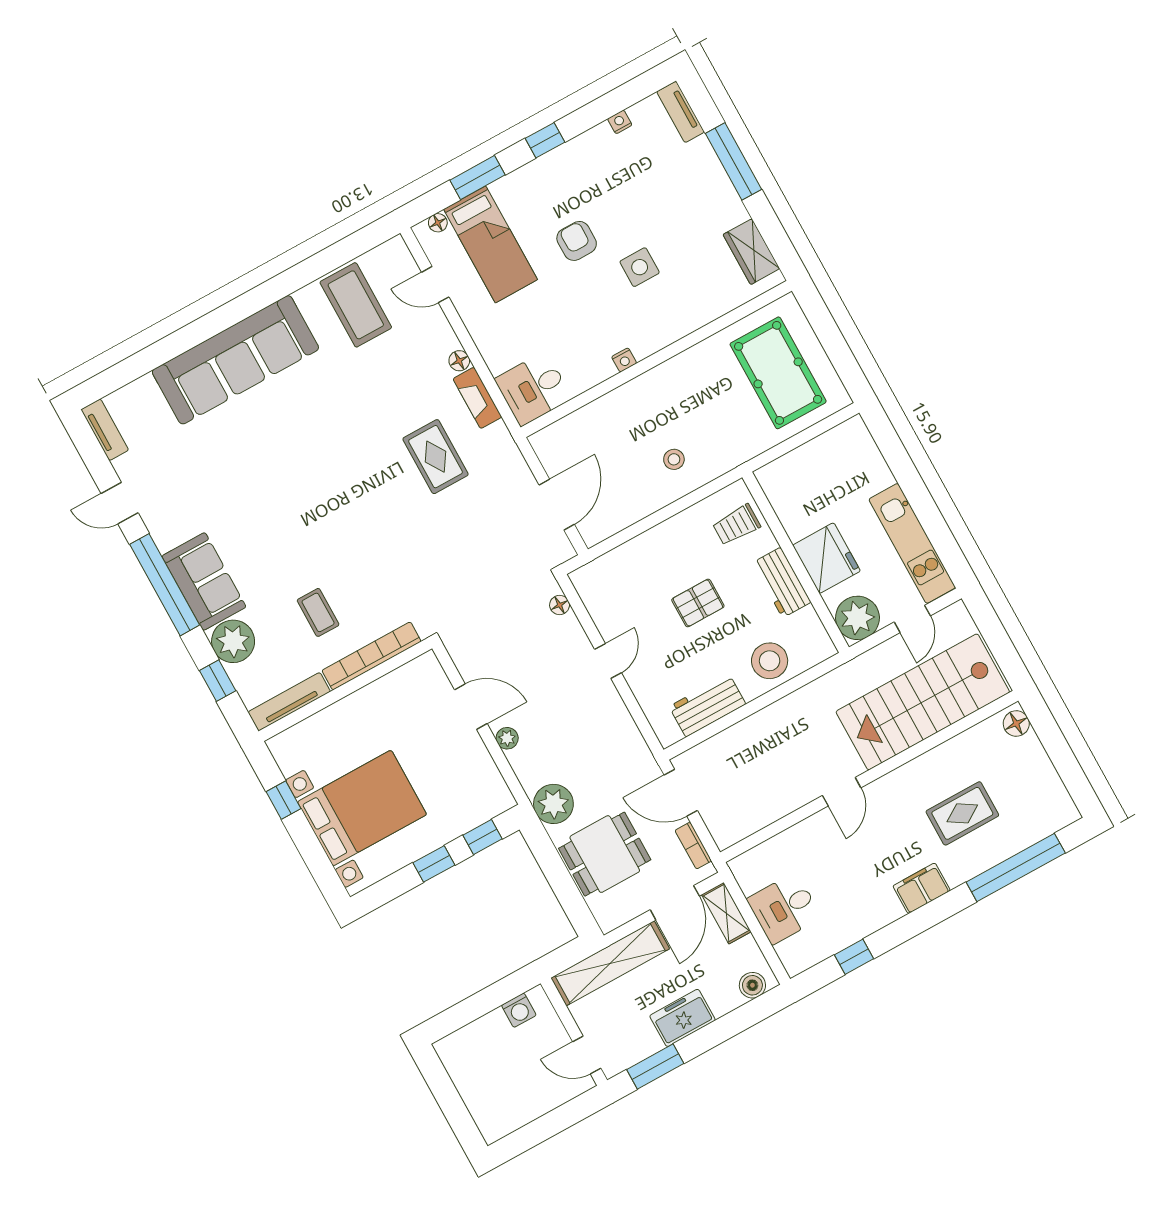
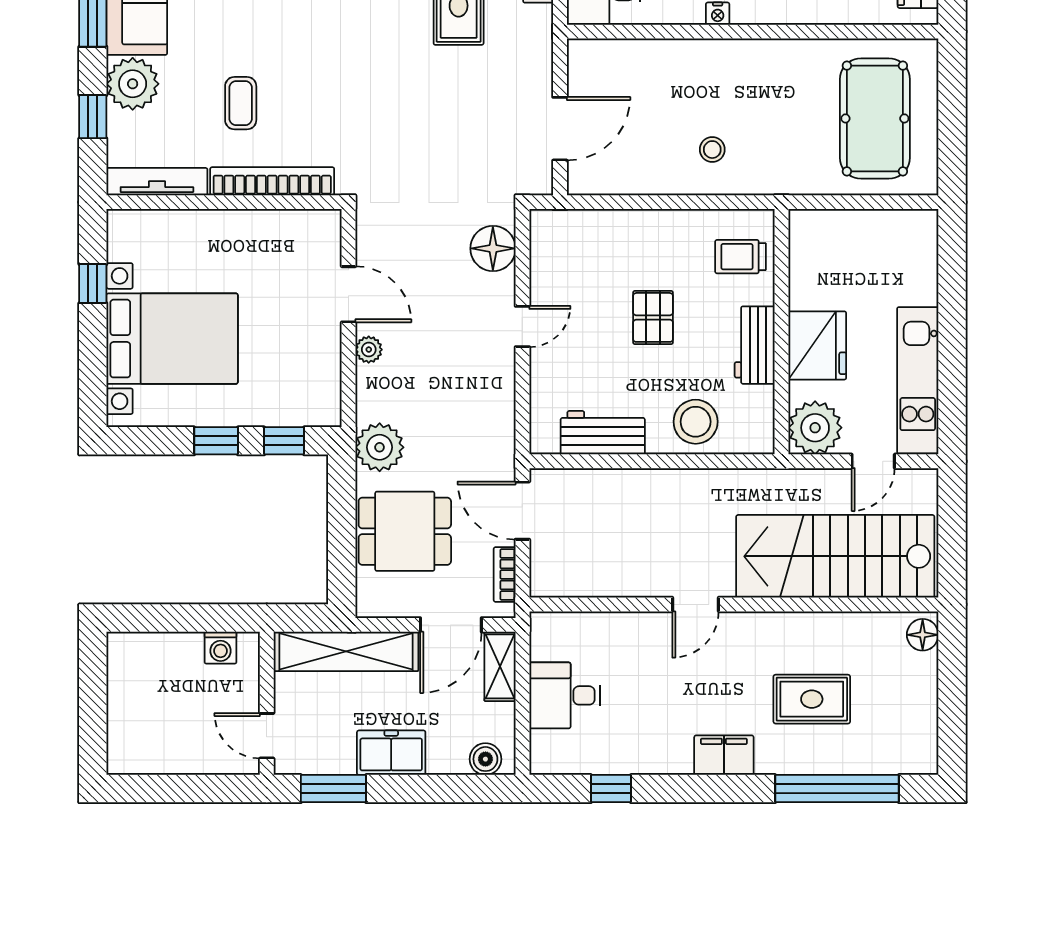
pallet: (698, 603) -> (653, 317), turned 90
floor lamp: (560, 605) -> (493, 248), width x1.89, depth x1.89

